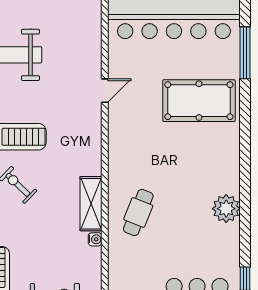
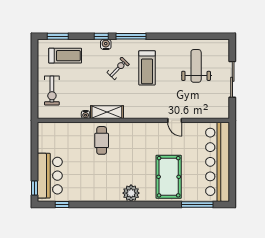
plant: (226, 209) -> (131, 193), moved
cafe table: (138, 212) -> (102, 140), turned 68

